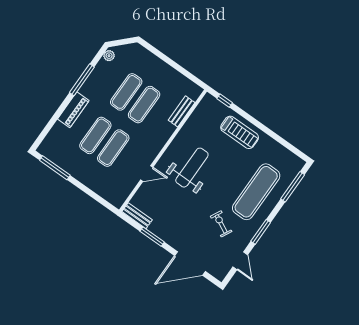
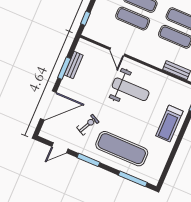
window: (102, 201) -> (85, 18), added
bench: (137, 216) -> (74, 65), moved
door: (190, 263) -> (48, 105), swing flipped

